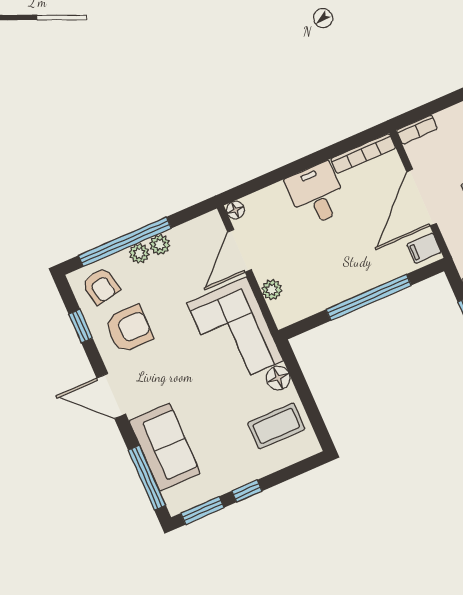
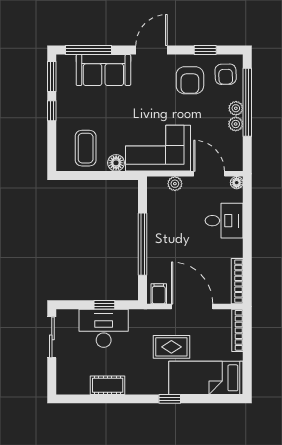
bookcase: (417, 129) -> (237, 330), width x1.56
desk: (317, 194) -> (224, 221), moved
armchair: (101, 286) -> (226, 74), turned -81

